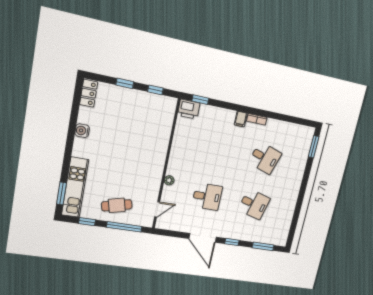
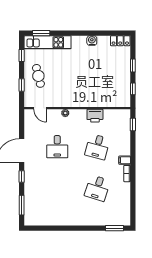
printer: (189, 109) -> (95, 116), moved, turned -90
desk: (254, 204) -> (97, 147), moved
window: (124, 227) -> (22, 85), width x0.46

